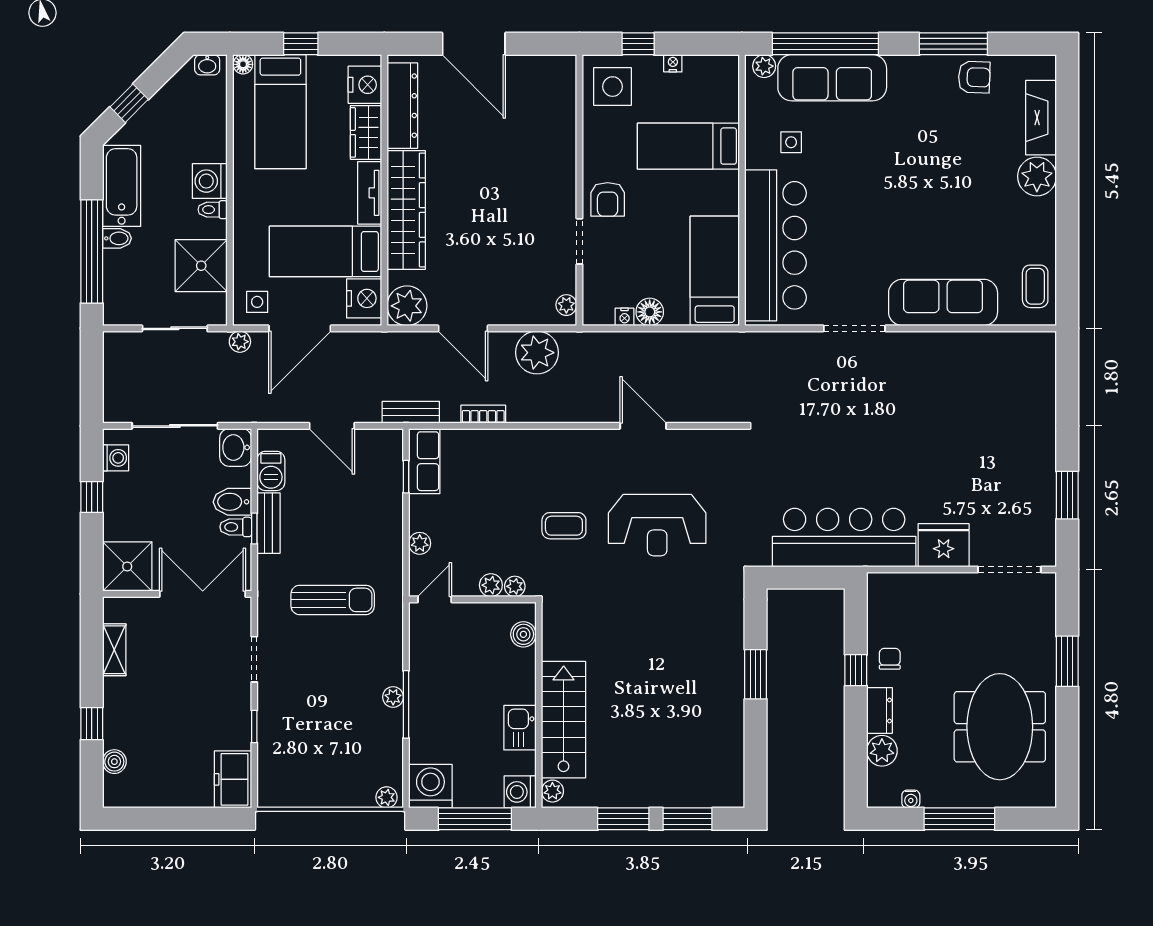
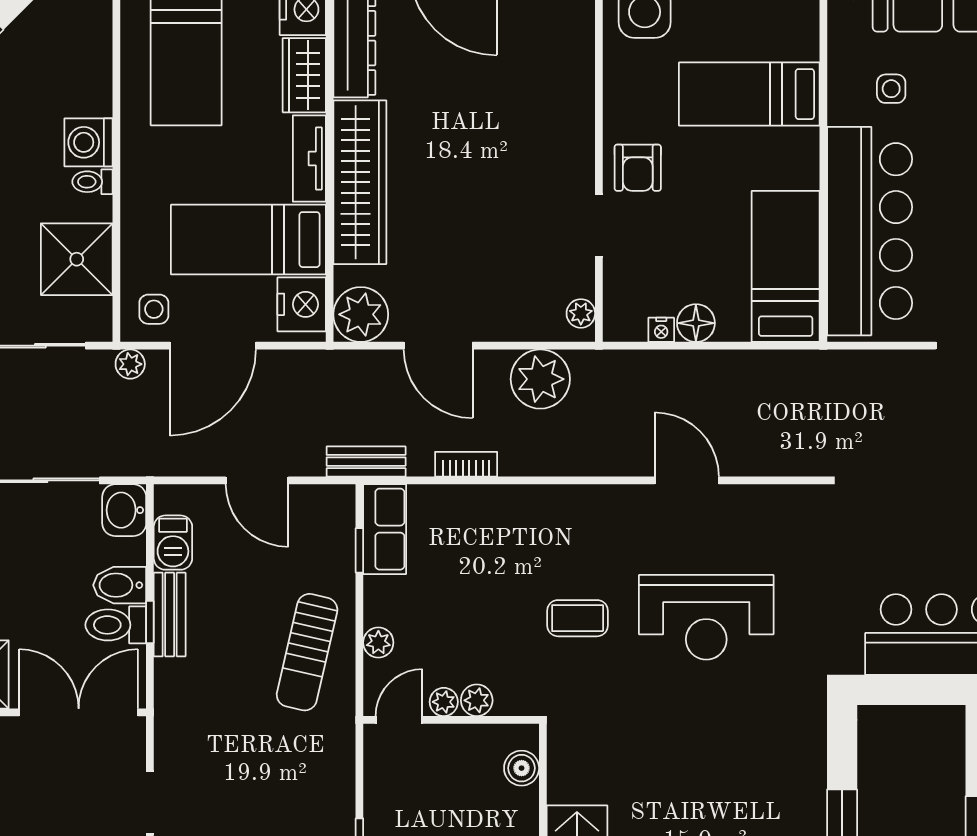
toilet: (236, 527) -> (116, 625), width x1.37, depth x1.39
plant: (515, 586) -> (444, 702), moved
sun lounger: (333, 600) -> (307, 652), moved, turned 103

